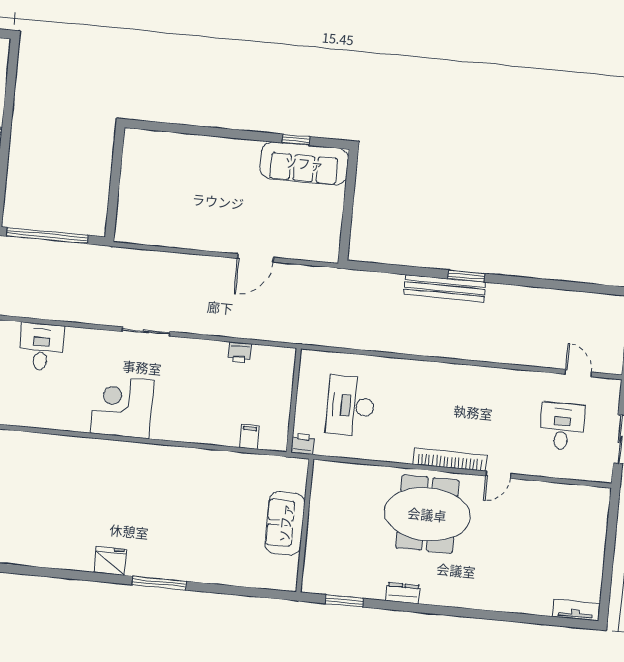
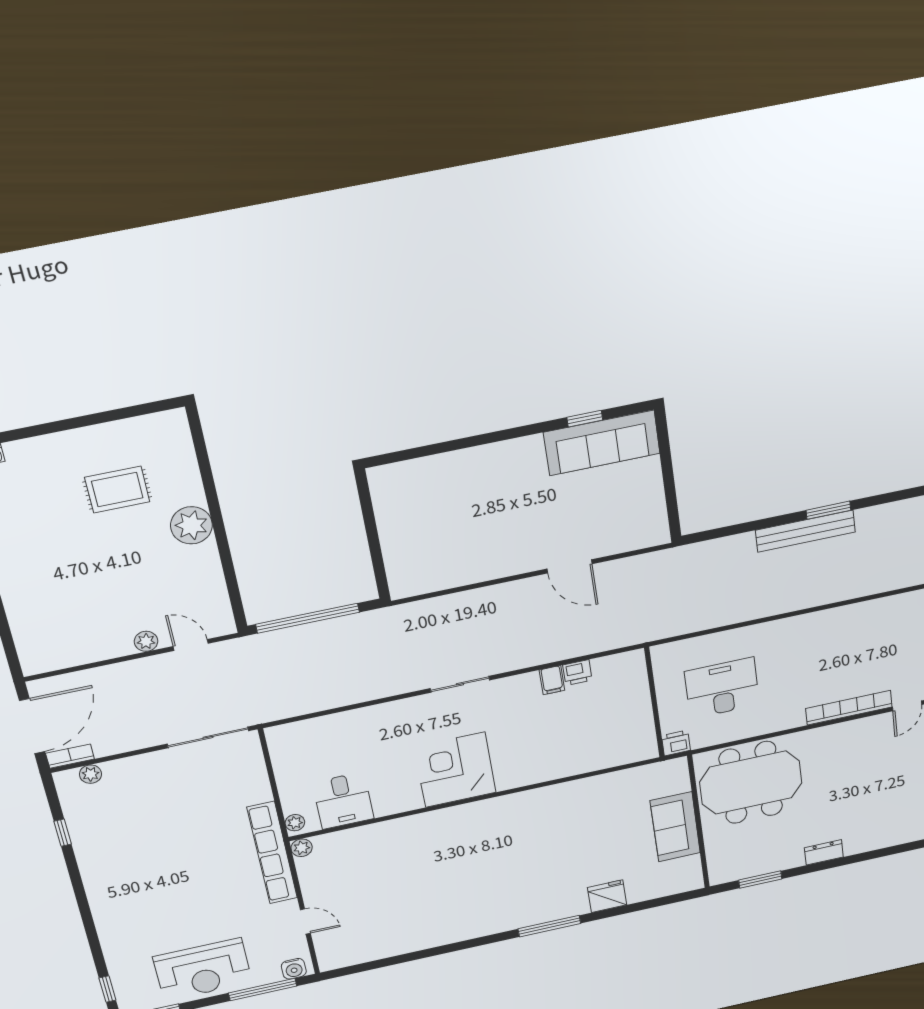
door: (256, 258) -> (570, 566), hinge flipped
desk: (41, 347) -> (343, 801), moved, turned 180
desk: (351, 406) -> (722, 688), turned 90
filing cabinet: (249, 437) -> (552, 680), moved, turned 180
meeting table: (427, 514) -> (751, 782), moved
fridge: (110, 561) -> (607, 896), moved

